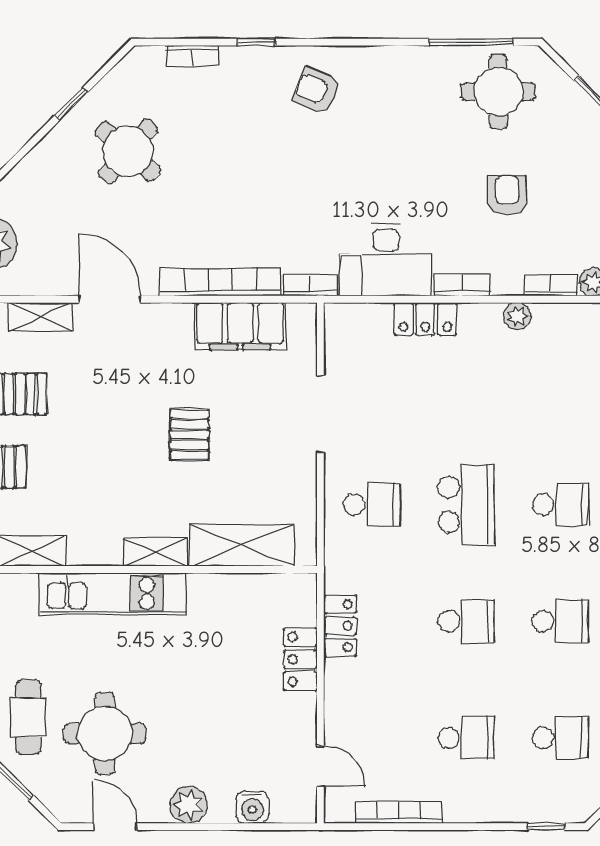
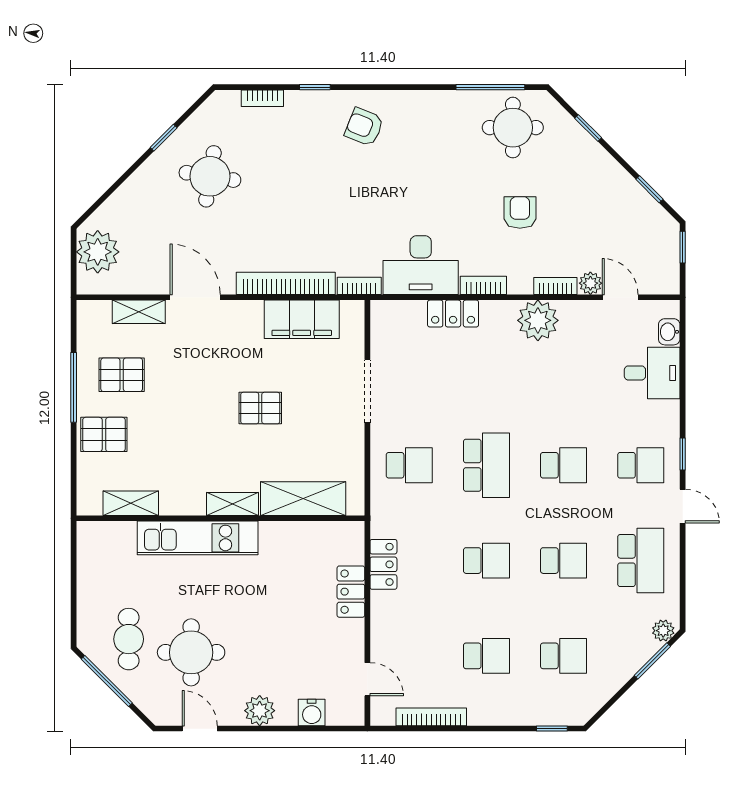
round table: (128, 151) -> (210, 176), turned -32
plant: (517, 316) -> (538, 320), width x1.88, depth x1.88
pallet: (189, 435) -> (260, 408), turned 90

